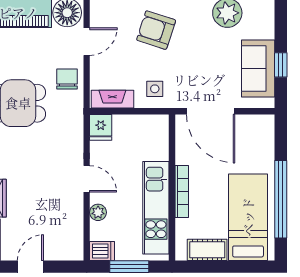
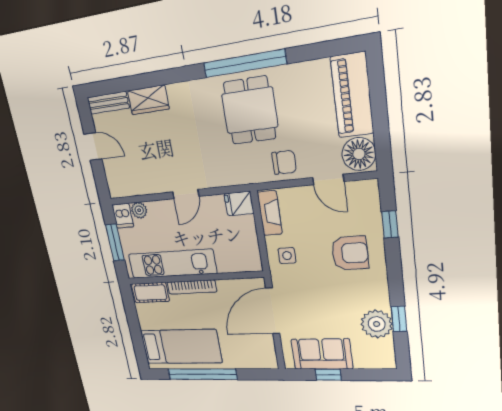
armchair: (156, 30) -> (350, 253), turned 72
plant: (98, 212) -> (139, 210), moved
cot: (207, 250) -> (150, 293), moved, turned 90

